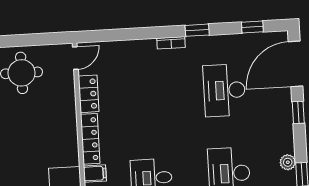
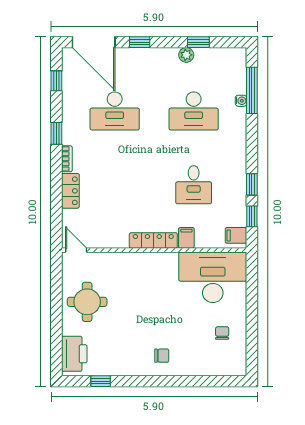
locker: (89, 94) -> (70, 191), moved, turned 90

